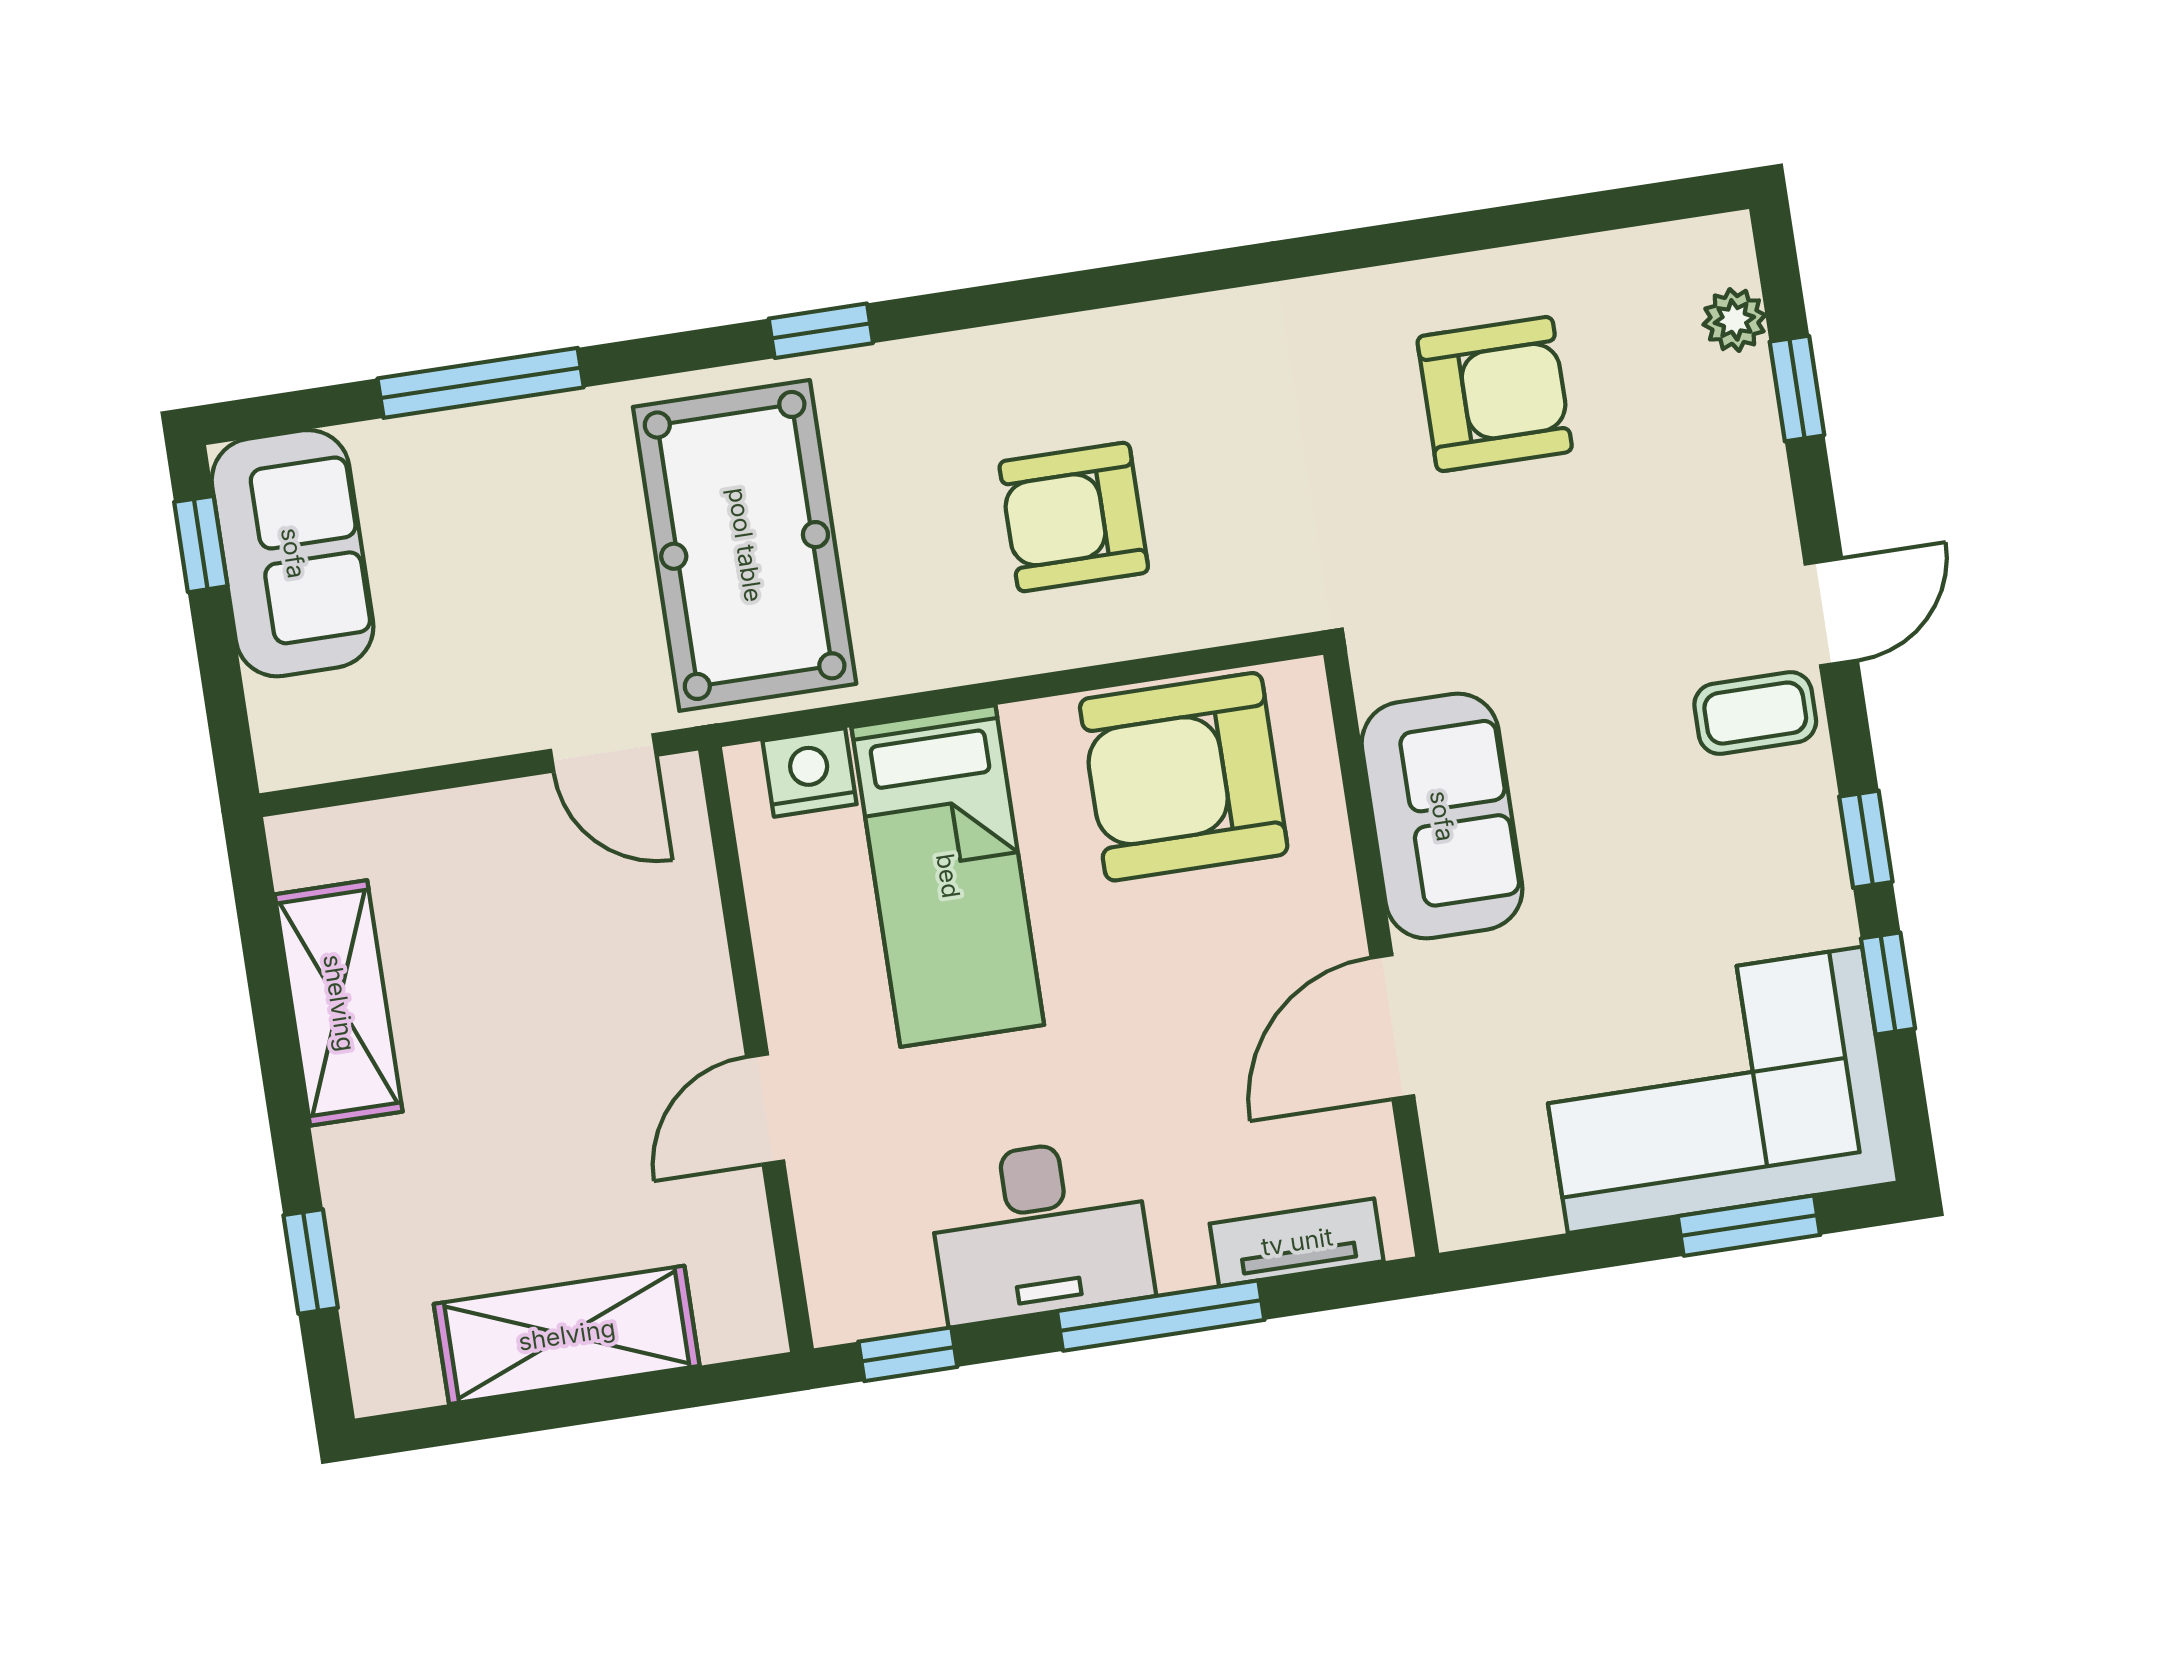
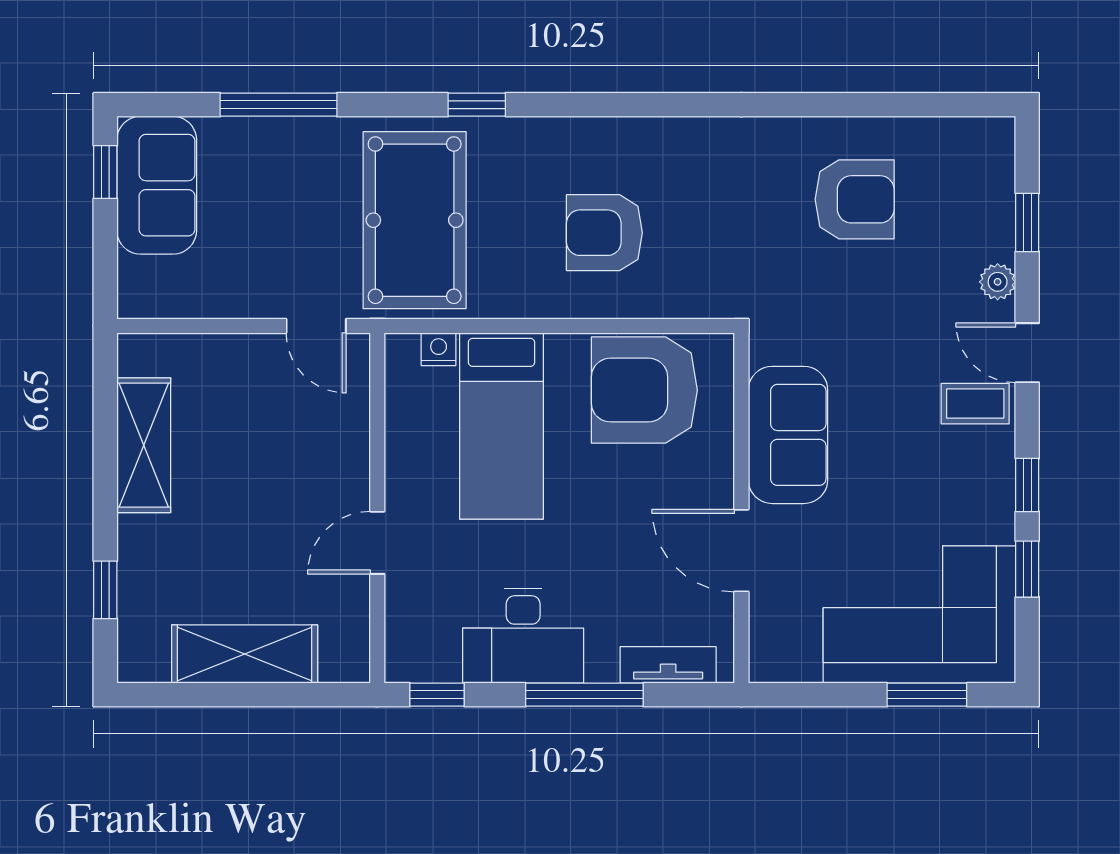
plant: (1734, 320) -> (998, 282), moved
door: (1831, 612) -> (1027, 353), swing flipped
nightstand: (810, 772) -> (439, 349), width x0.72, depth x0.74
door: (1392, 1027) -> (741, 551), hinge flipped

